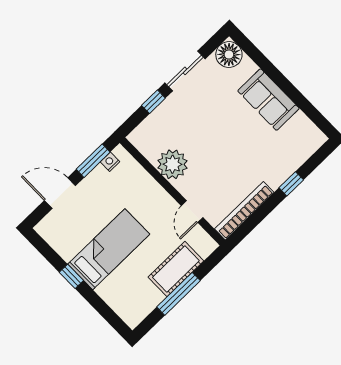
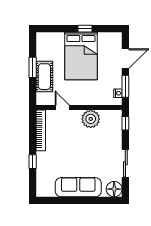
sofa: (269, 100) -> (78, 187), width x1.36
window: (153, 102) -> (125, 123), moved
bed: (109, 249) -> (81, 56), width x1.50
window: (179, 294) -> (33, 67), width x0.69

